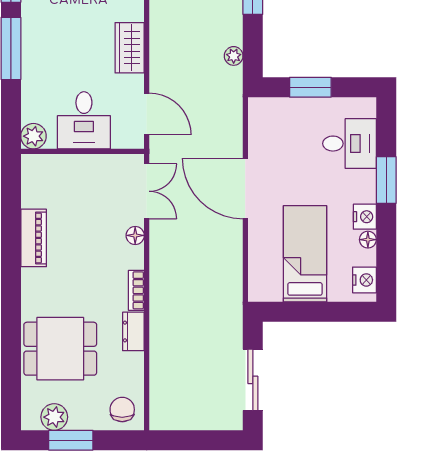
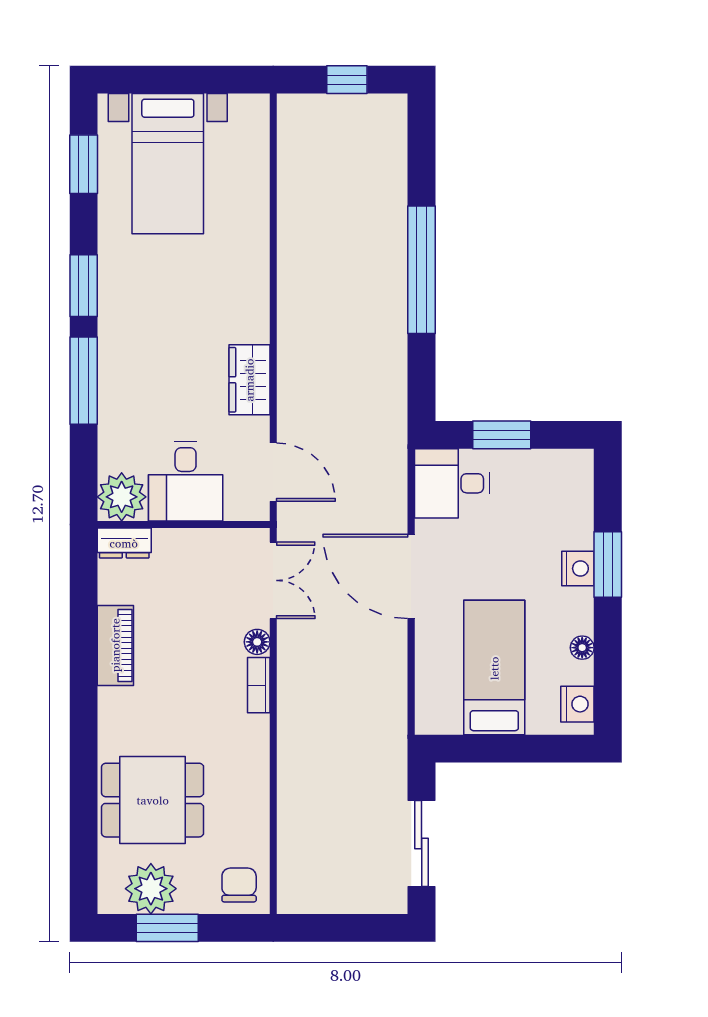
plant: (234, 56) -> (395, 391), removed
plant: (33, 136) -> (122, 497), width x1.36, depth x1.36
desk: (349, 144) -> (452, 483), moved, turned 180
nightstand: (365, 217) -> (578, 568), moved
bookcase: (136, 290) -> (259, 685), moved
dresser: (133, 331) -> (124, 543), moved, turned -90
plant: (54, 417) -> (151, 889), width x1.36, depth x1.36

